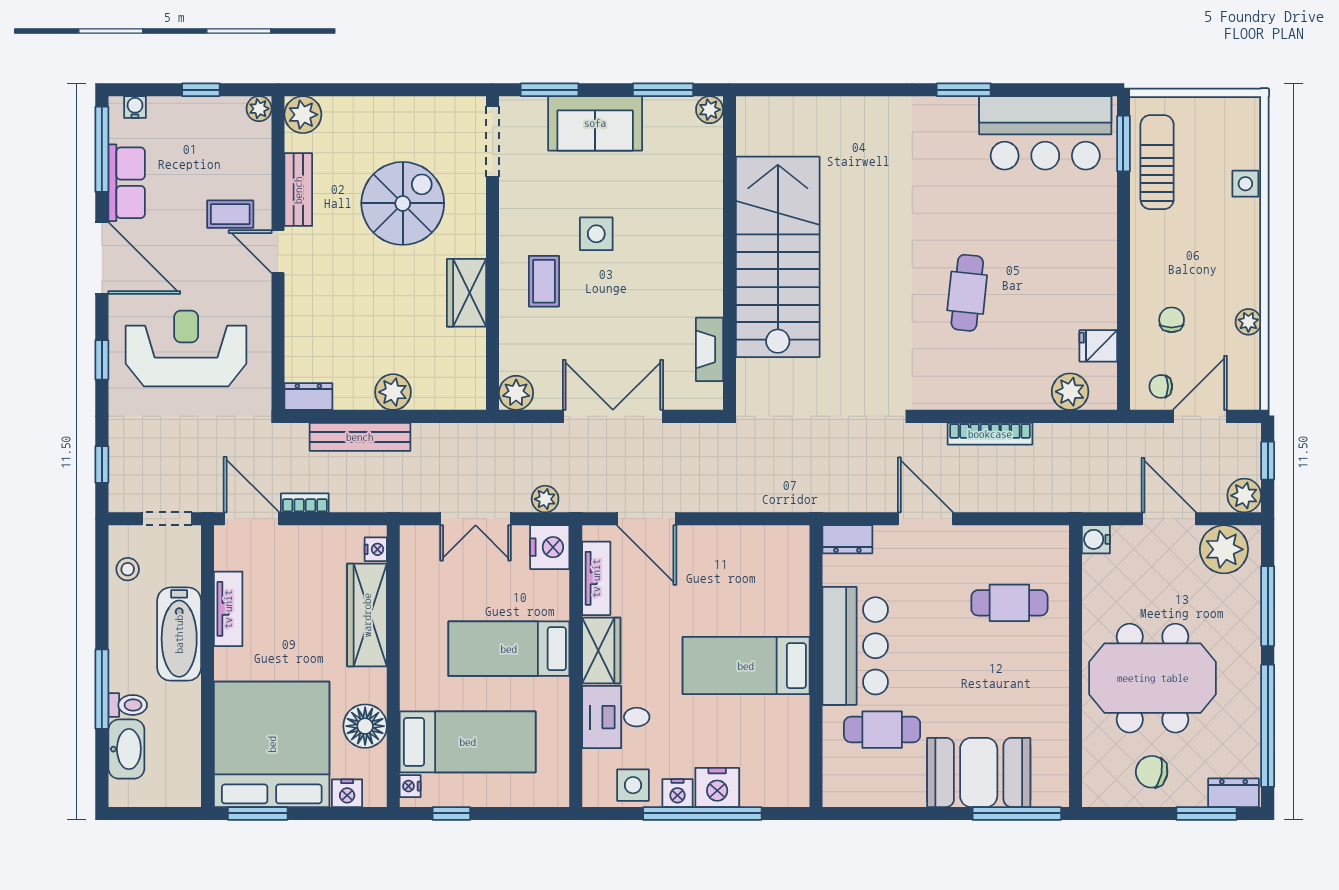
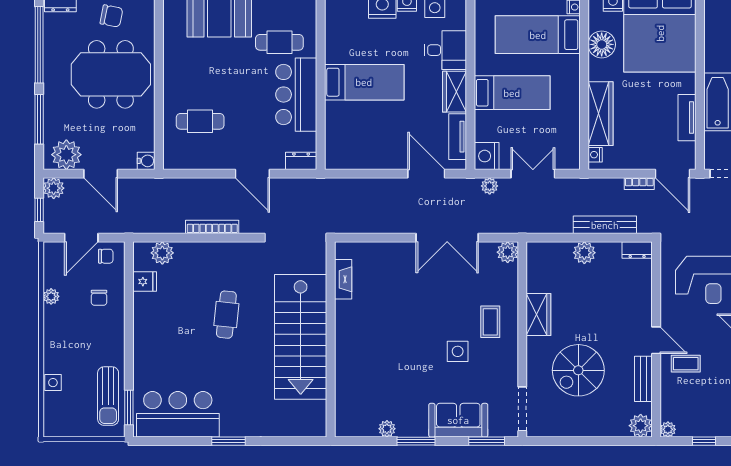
wall: (730, 253) -> (331, 339), moved
stairs: (778, 257) -> (301, 337), moved
fireplace: (710, 349) -> (343, 279), moved

